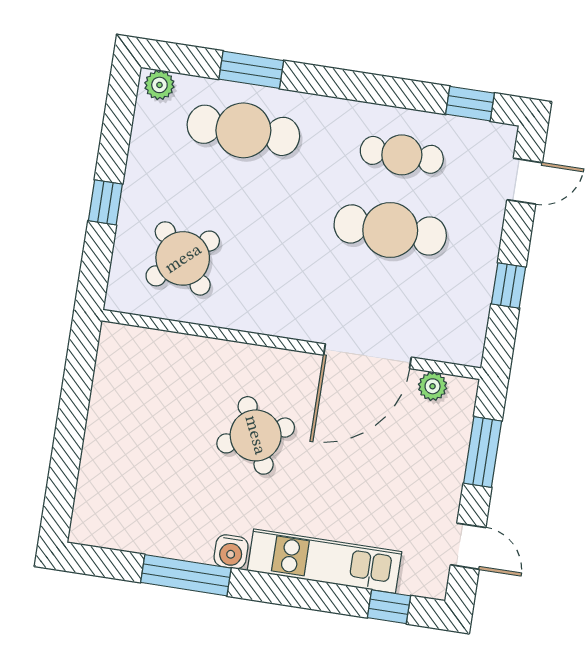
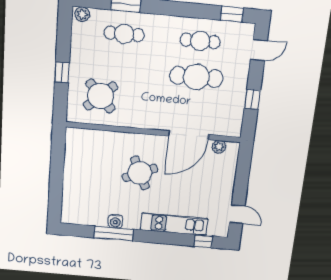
cafe table: (243, 130) -> (124, 34), width x0.73, depth x0.74
window: (483, 452) -> (242, 174), removed
water cooler: (231, 552) -> (115, 221), moved

